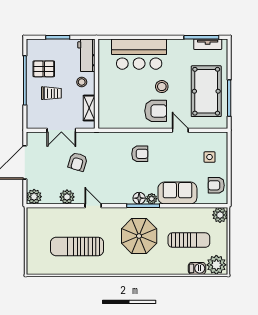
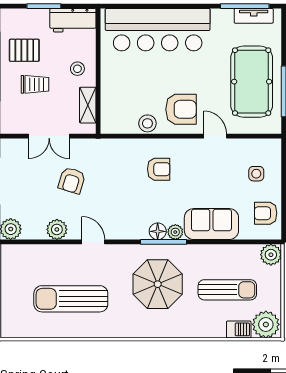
bar counter: (139, 54) -> (158, 30), width x1.36
workbench: (86, 55) -> (73, 20), moved, turned -90
stool: (162, 87) -> (147, 123), moved

